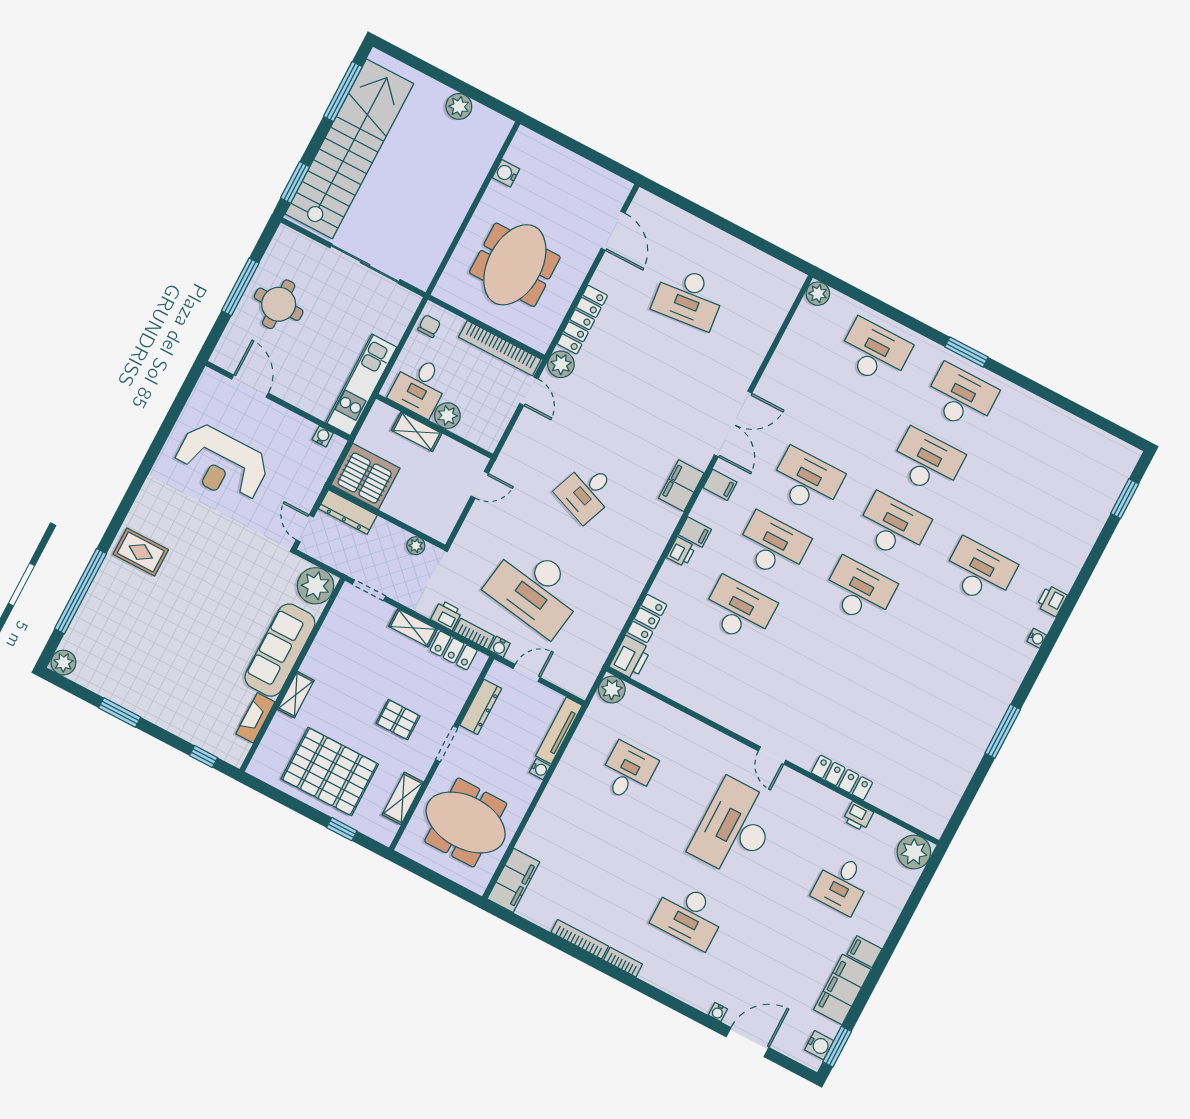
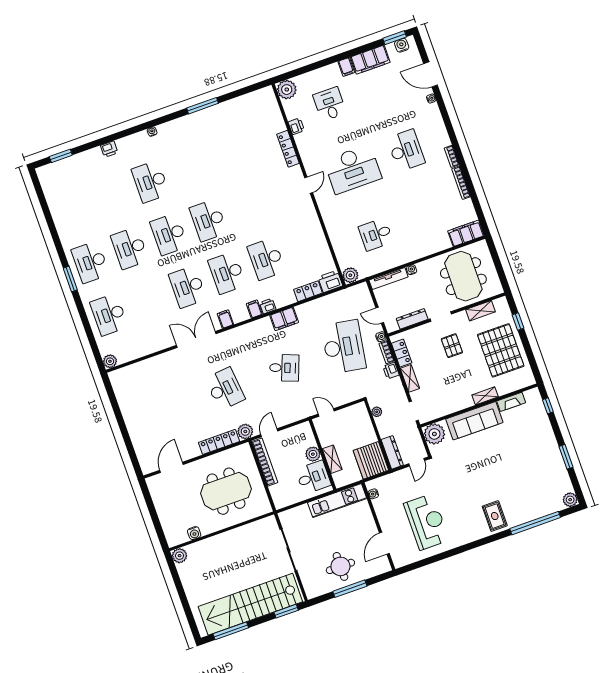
plant: (459, 106) -> (180, 556), moved
desk: (689, 298) -> (225, 389), moved
chair: (429, 326) -> (286, 499), removed
filing cabinet: (681, 486) -> (284, 319), moved
printer: (1052, 601) -> (109, 149), moved
desk: (842, 884) -> (330, 104), turned -90

